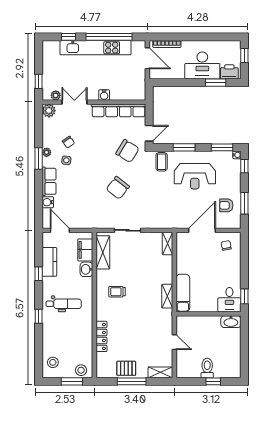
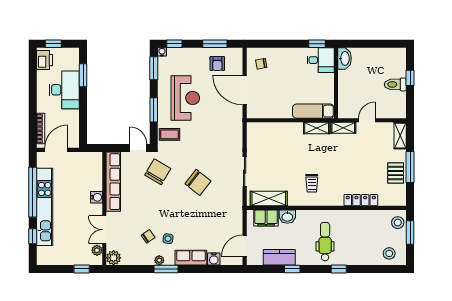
printer: (229, 72) -> (45, 60), moved, turned 180
shelving: (168, 243) -> (343, 128), moved

